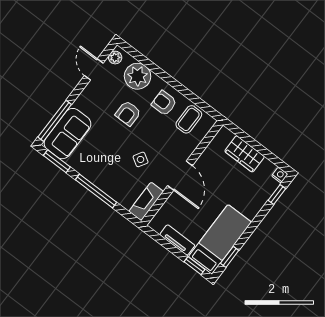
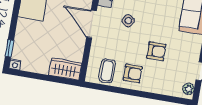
plant: (138, 76) -> (164, 83), removed
armchair: (128, 113) -> (156, 51), turned 90
wardrobe: (245, 154) -> (65, 69), moved

